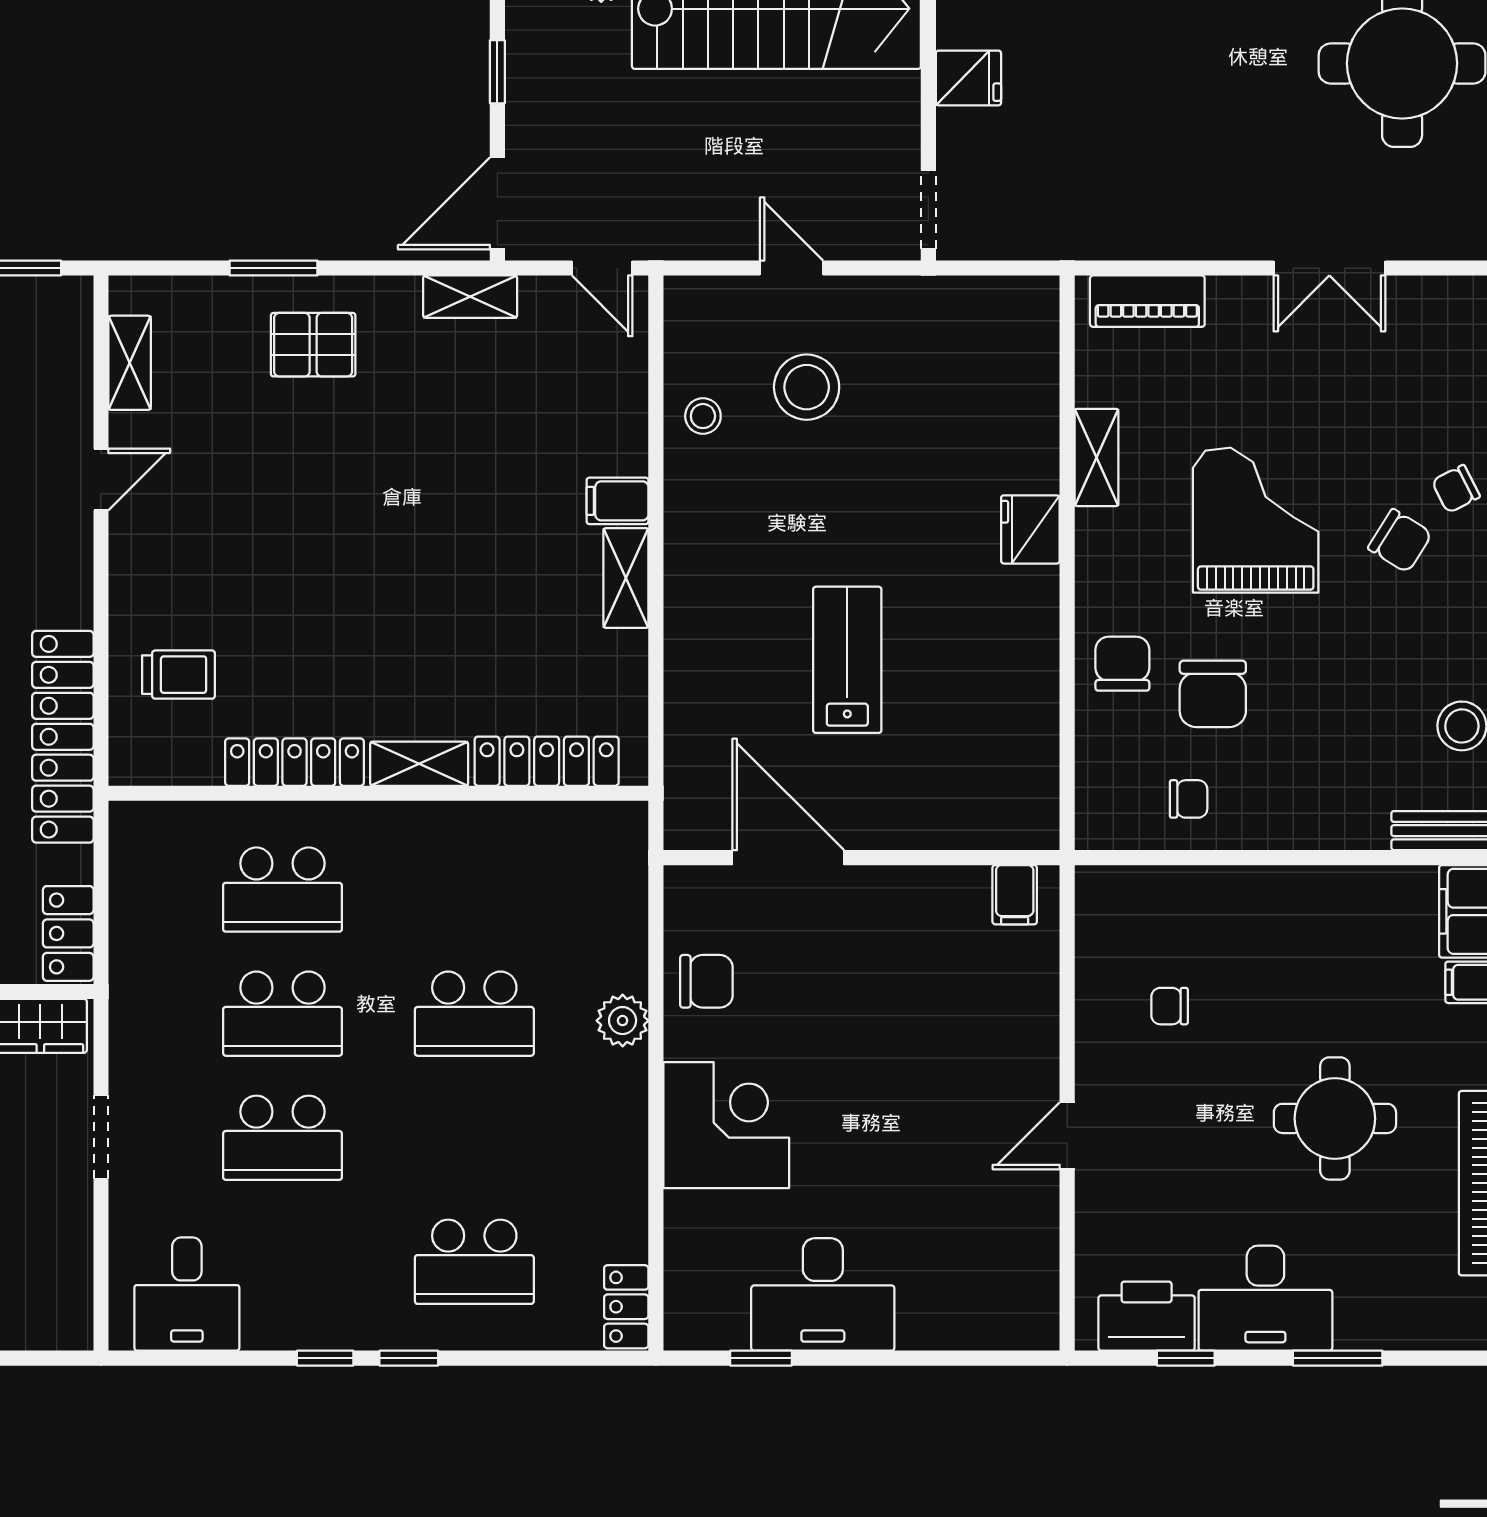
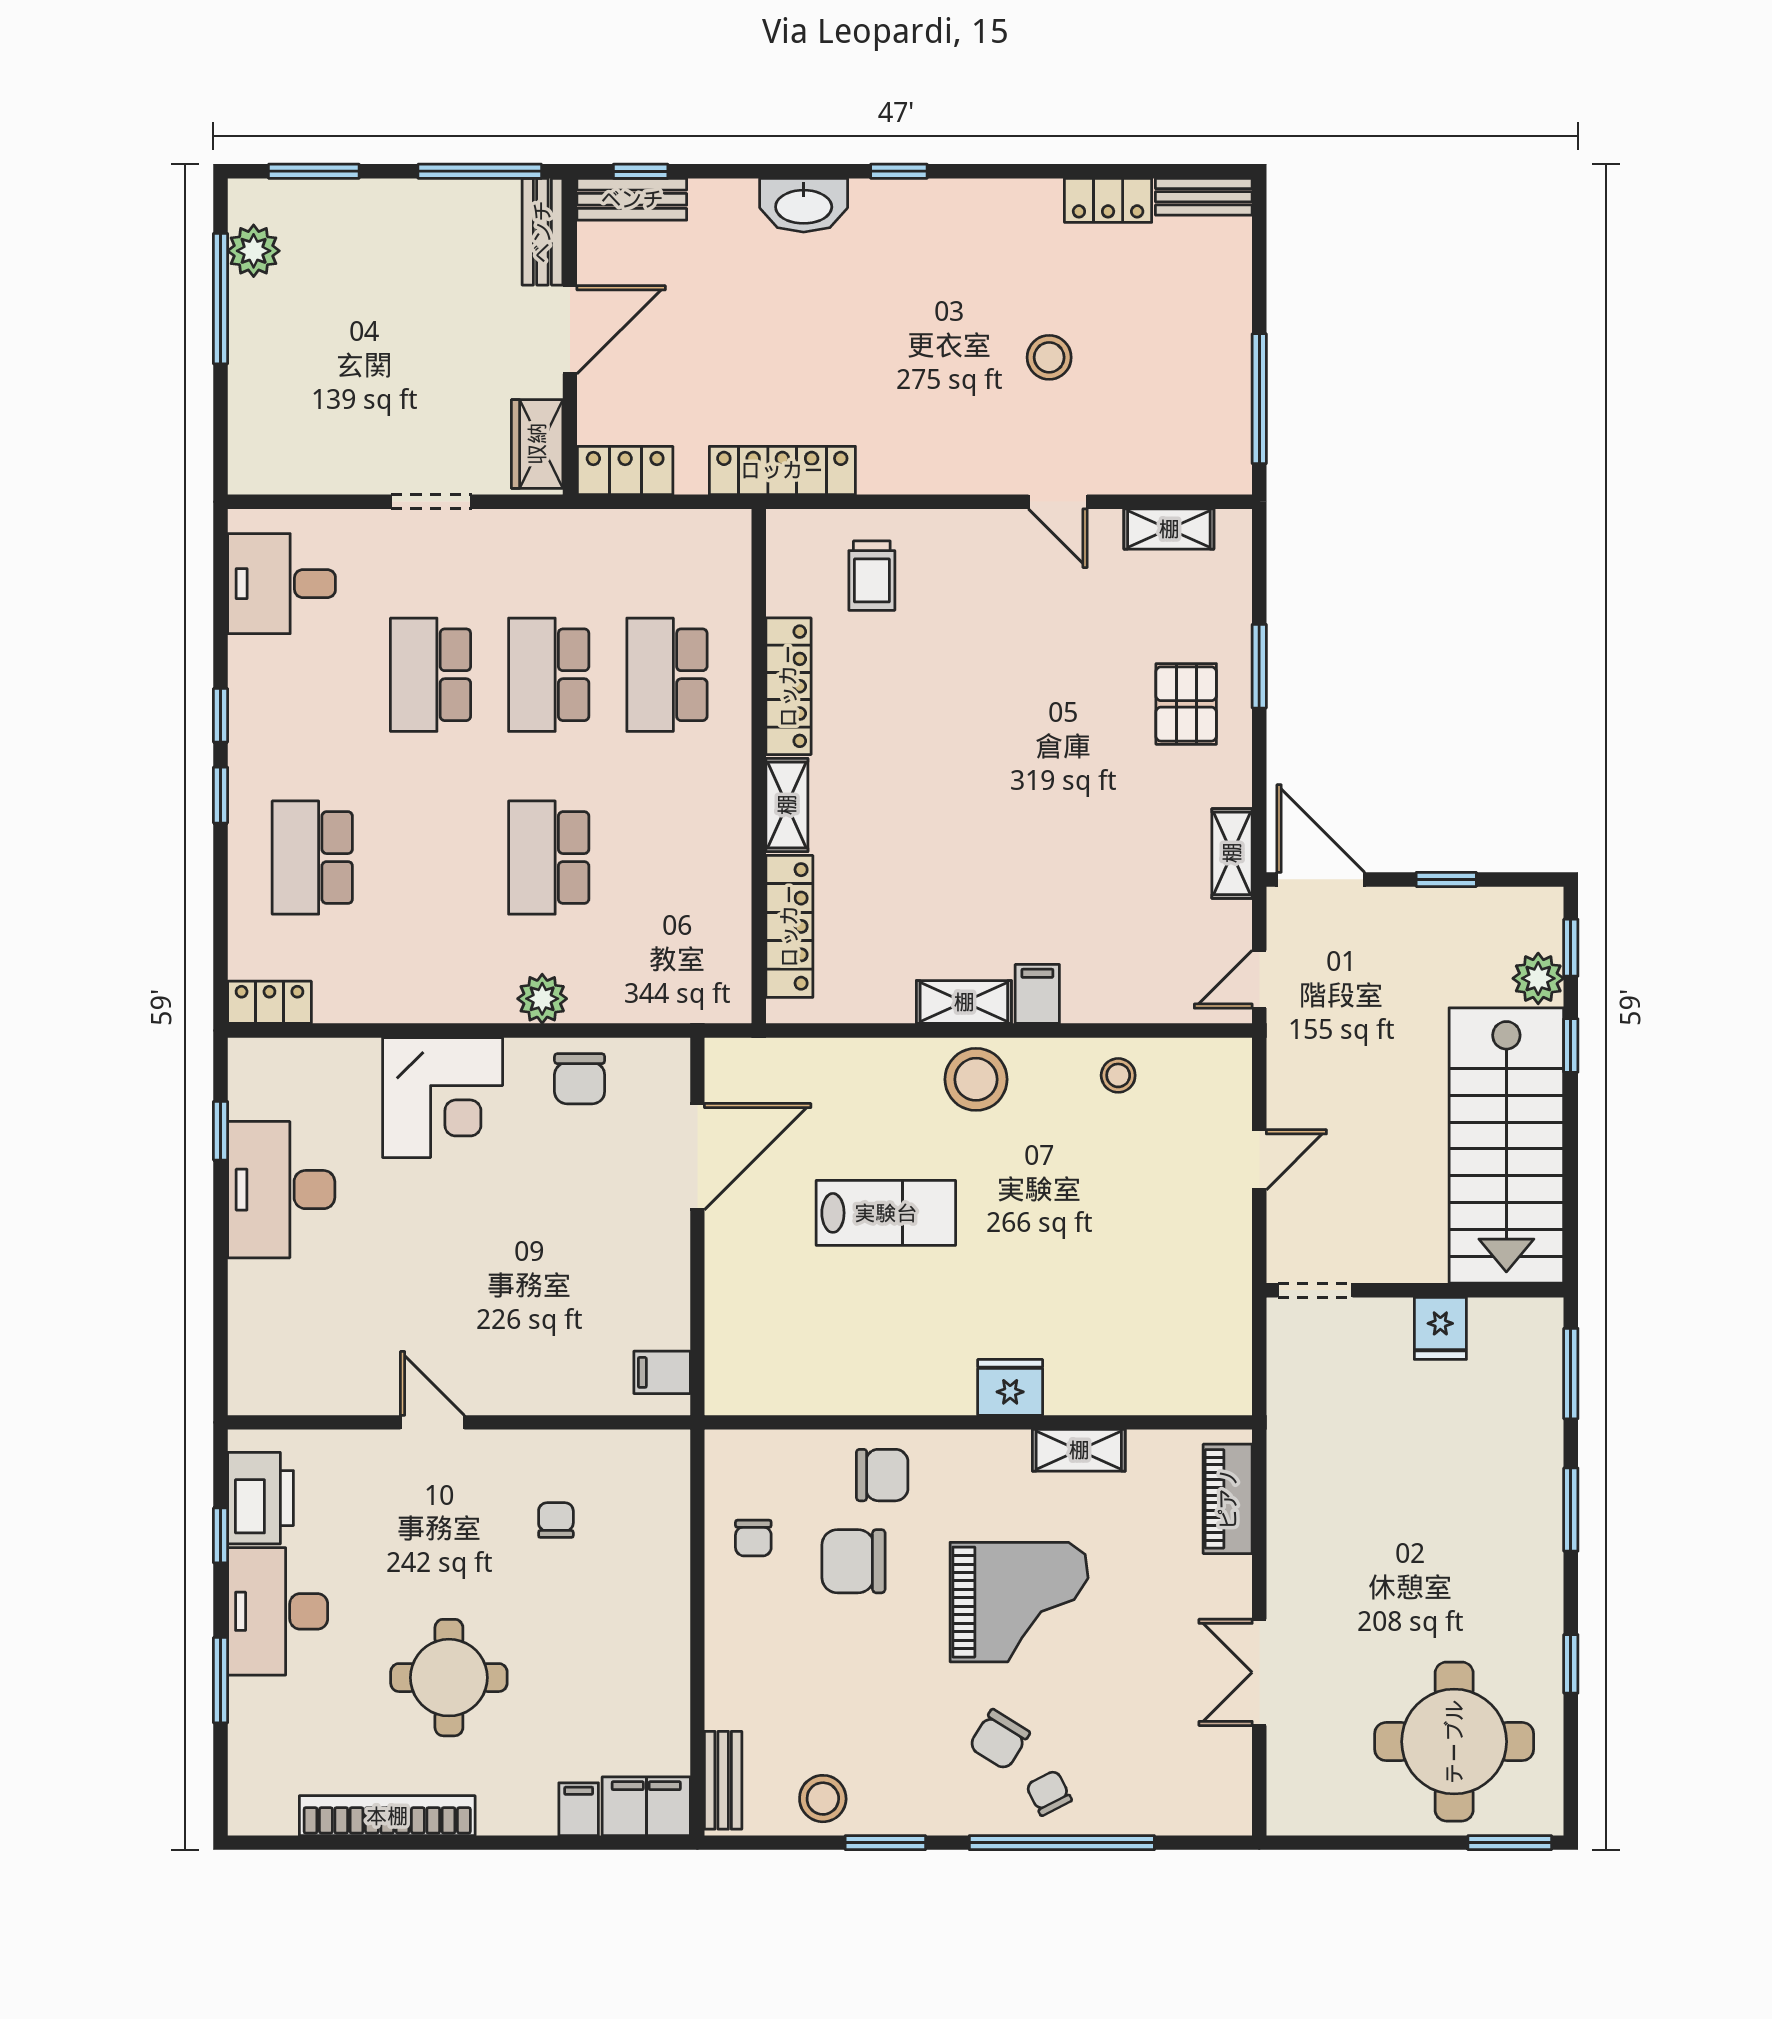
stool: (807, 387) -> (976, 1079), moved
locker: (63, 737) -> (782, 470), width x0.71, depth x0.83

